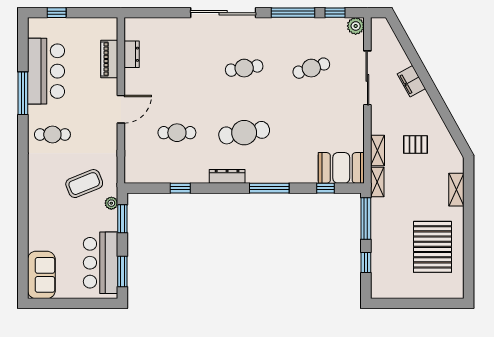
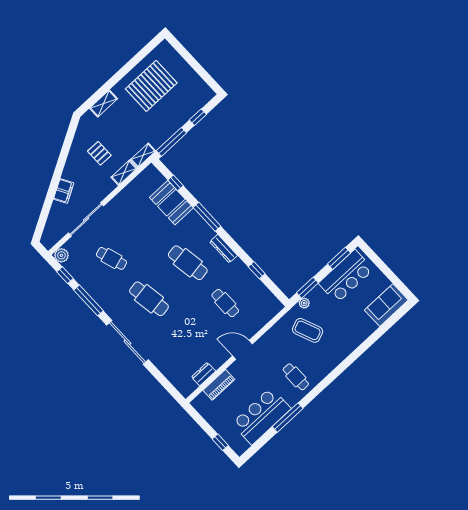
cafe table: (244, 68) -> (149, 299), width x1.37, depth x1.35
booth: (341, 168) -> (171, 203), moved

